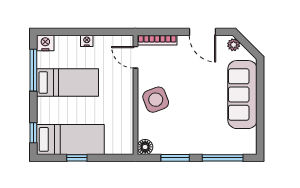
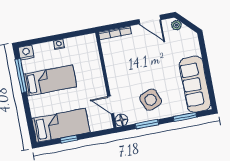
door: (135, 57) -> (111, 105), moved
sofa: (242, 95) -> (195, 84), moved
side table: (156, 100) -> (151, 100), moved
window: (33, 133) -> (30, 126), removed
window: (223, 158) -> (185, 117), width x0.69

